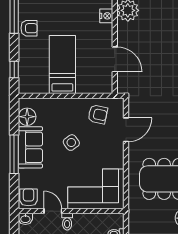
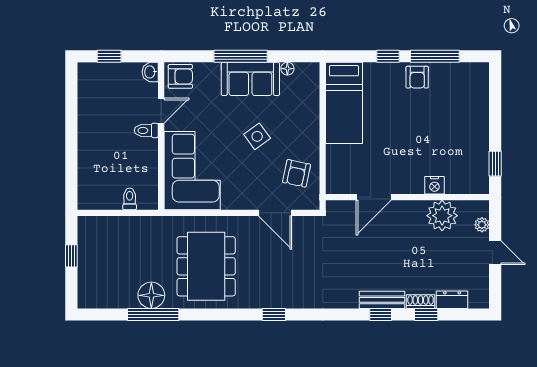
bed: (62, 64) -> (344, 103), moved, turned 90
window: (14, 70) -> (388, 56), moved
floor lamp: (27, 117) -> (287, 69), width x0.53, depth x0.53

